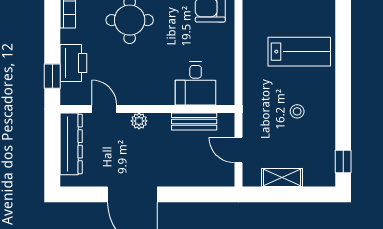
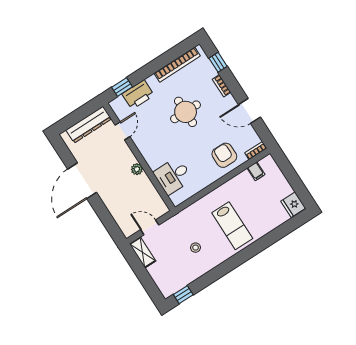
plant: (139, 121) -> (137, 169), moved
bench: (194, 121) -> (150, 190), removed
door: (238, 150) -> (150, 227), hinge flipped
shelving: (282, 177) -> (143, 252), moved

